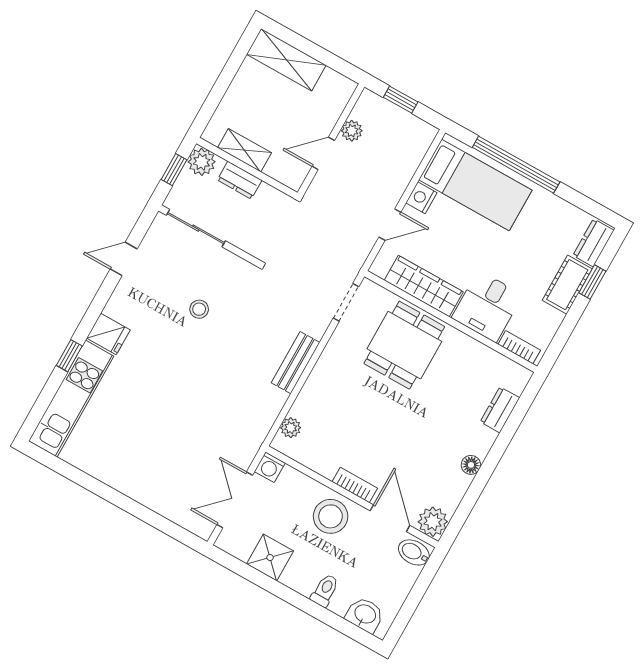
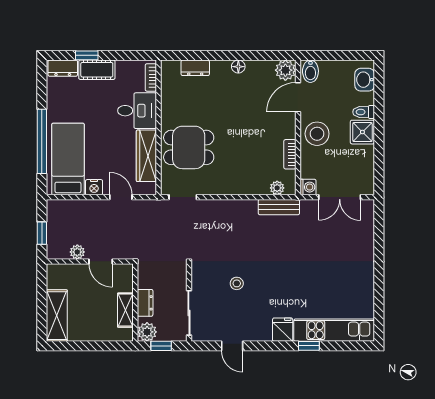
bench: (296, 363) -> (279, 207), moved
bookcase: (355, 485) -> (290, 154), moved
shower: (270, 558) -> (362, 132), moved

